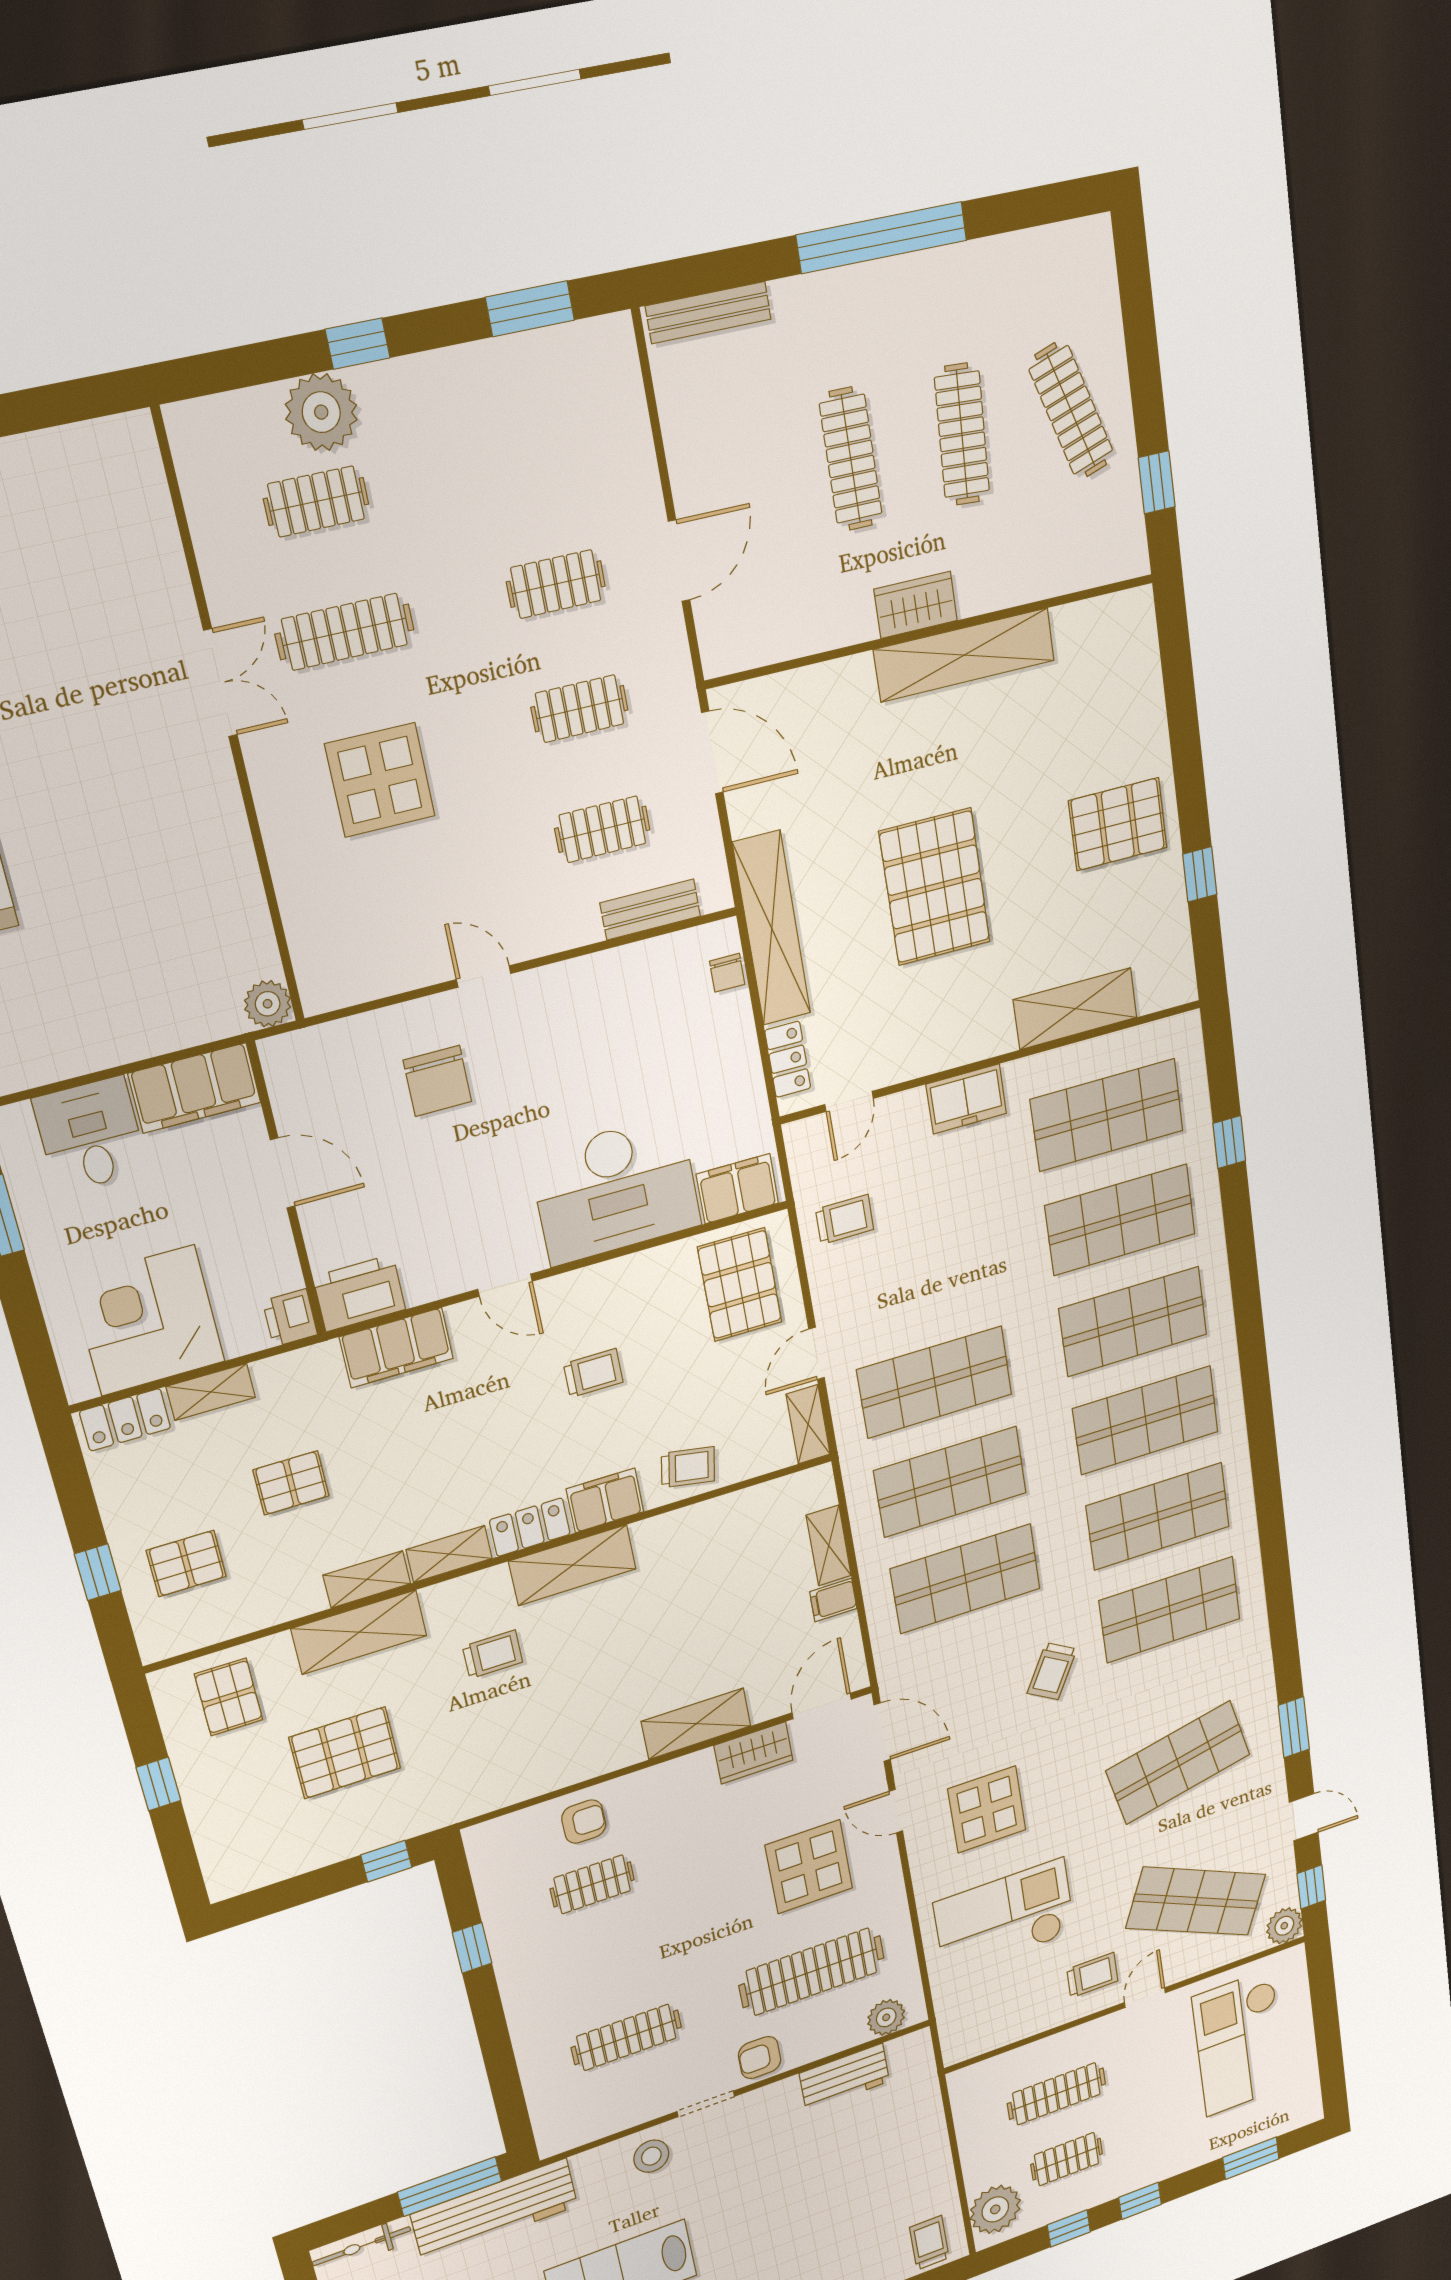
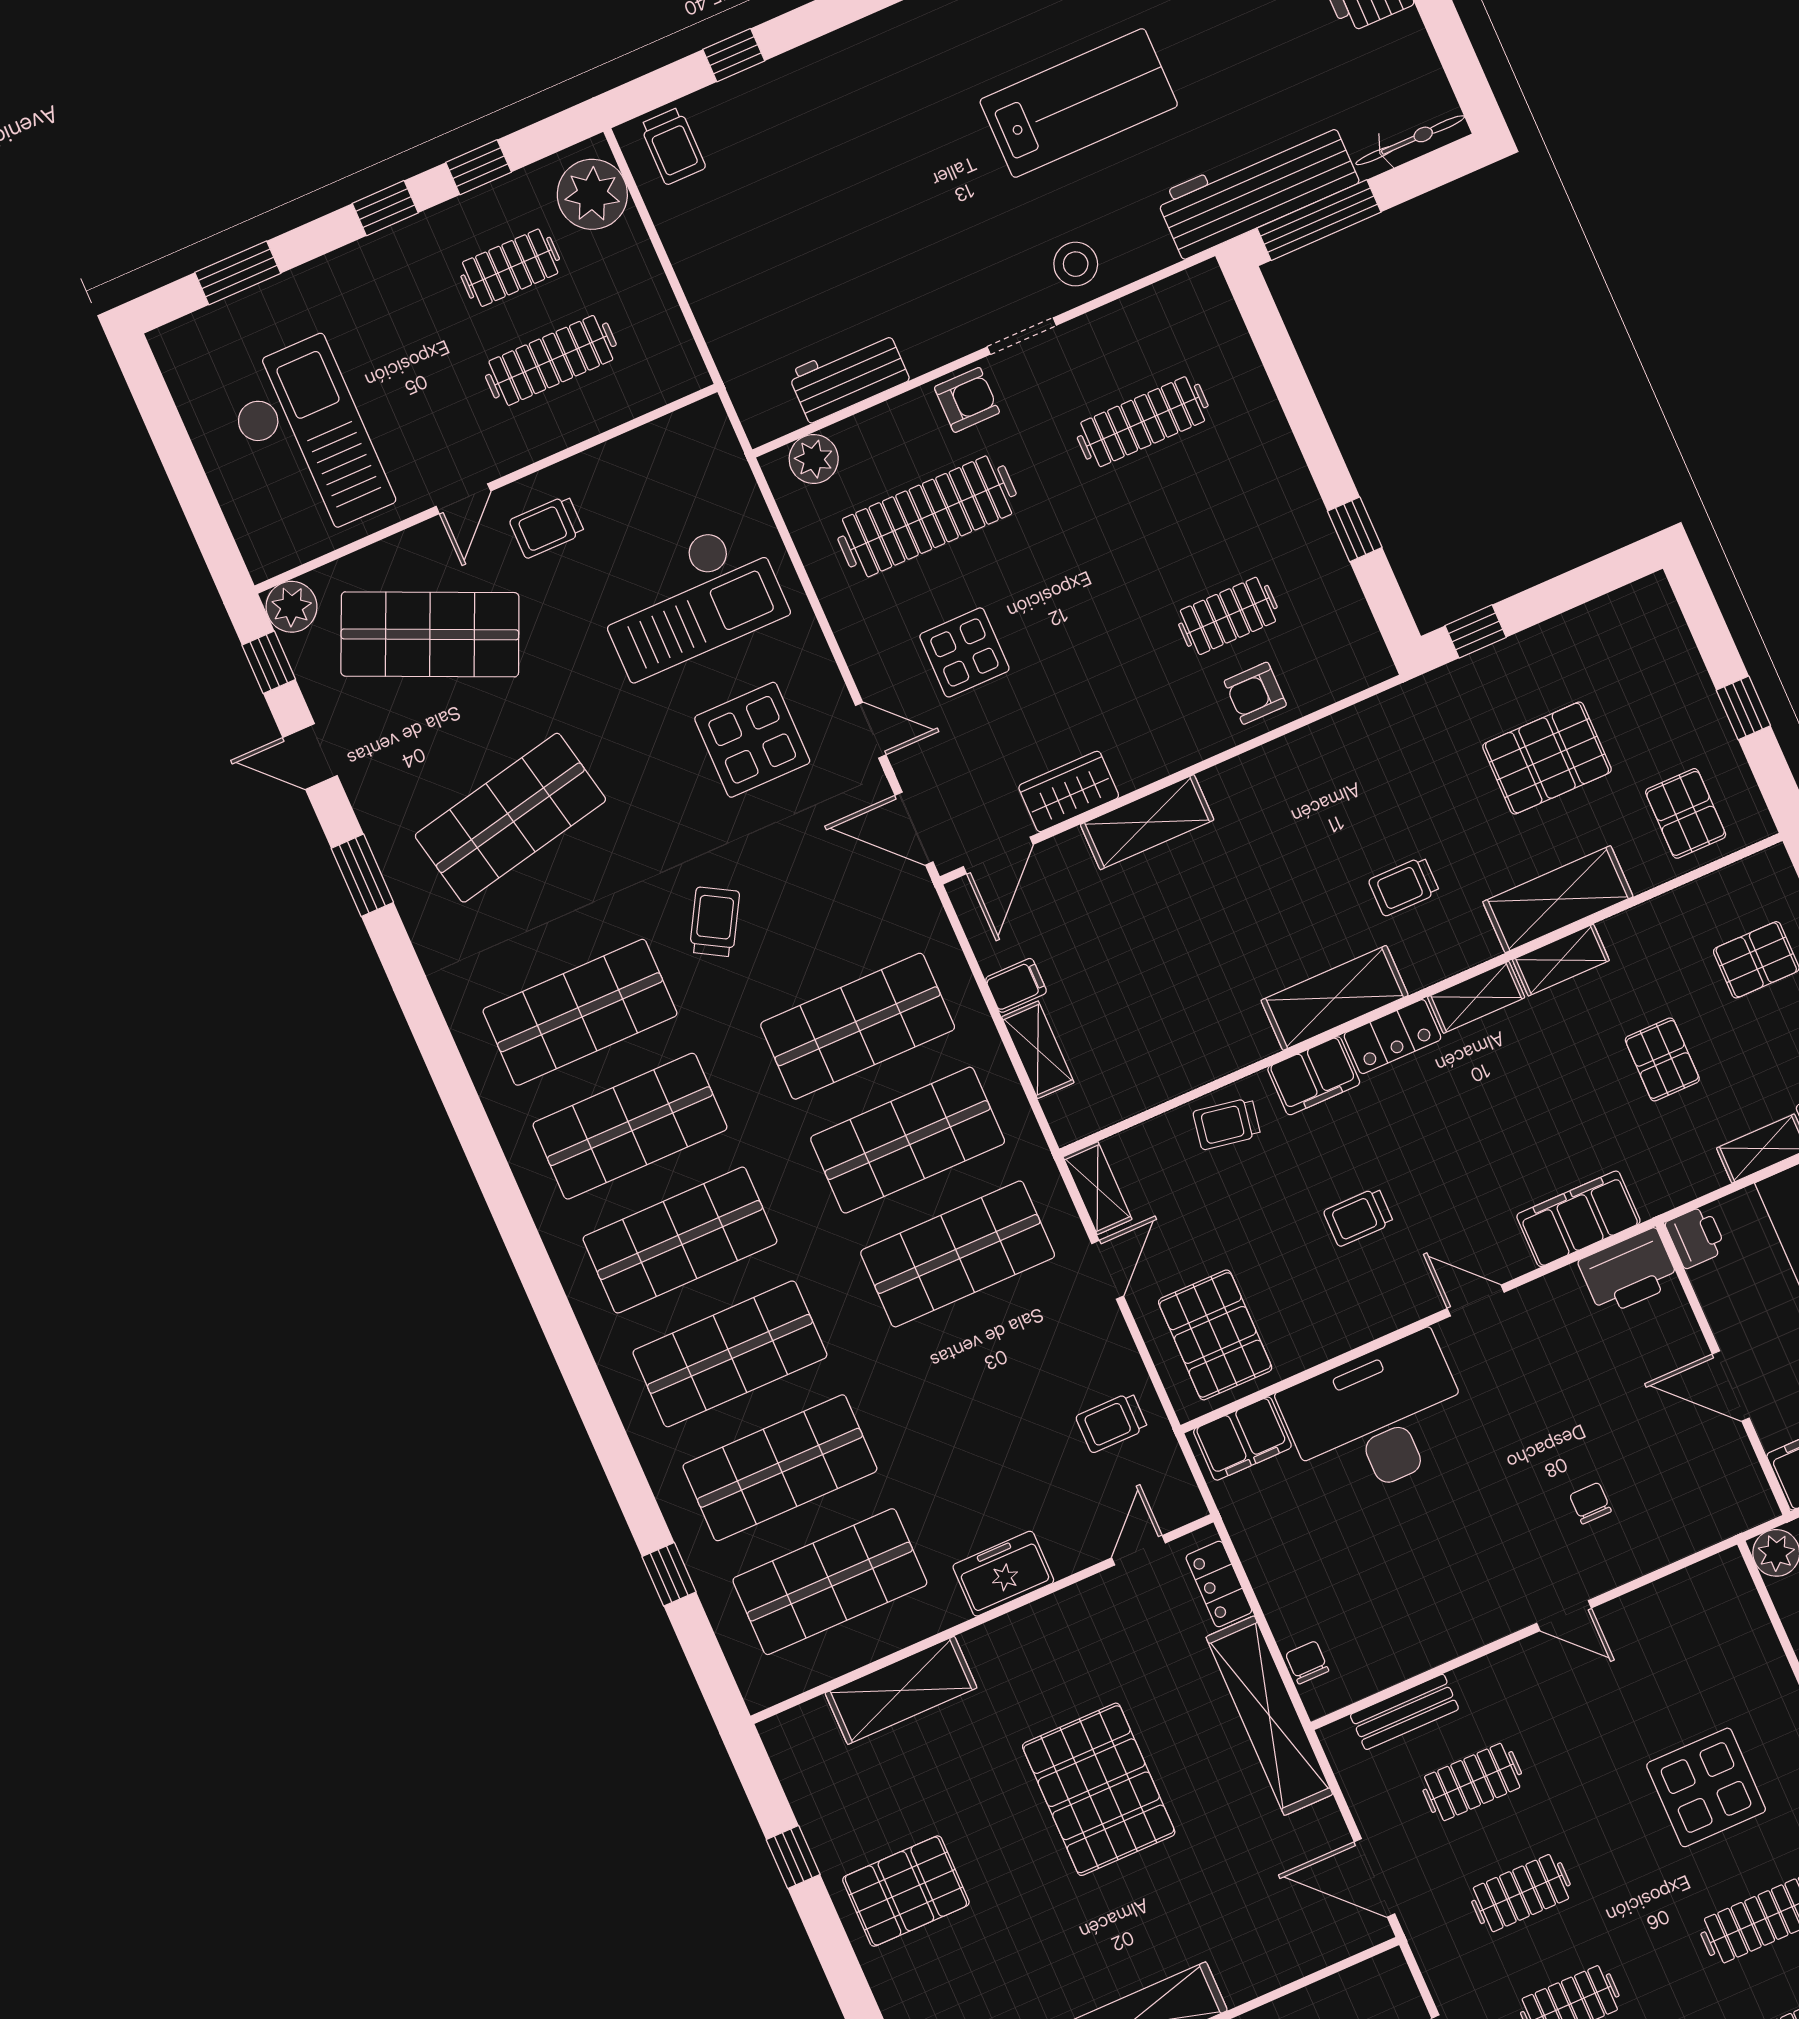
chair: (437, 1081) -> (1590, 1503), width x0.54, depth x0.54
pallet: (291, 1483) -> (1662, 1059), turned 90
display table: (809, 1867) -> (964, 652), width x0.73, depth x0.73

